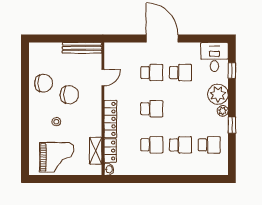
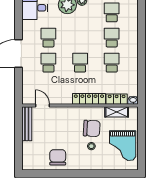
door: (103, 78) -> (42, 105), moved
chair: (69, 95) -> (92, 128), moved, turned 93
grand piano: (57, 157) -> (123, 146), turned 180

